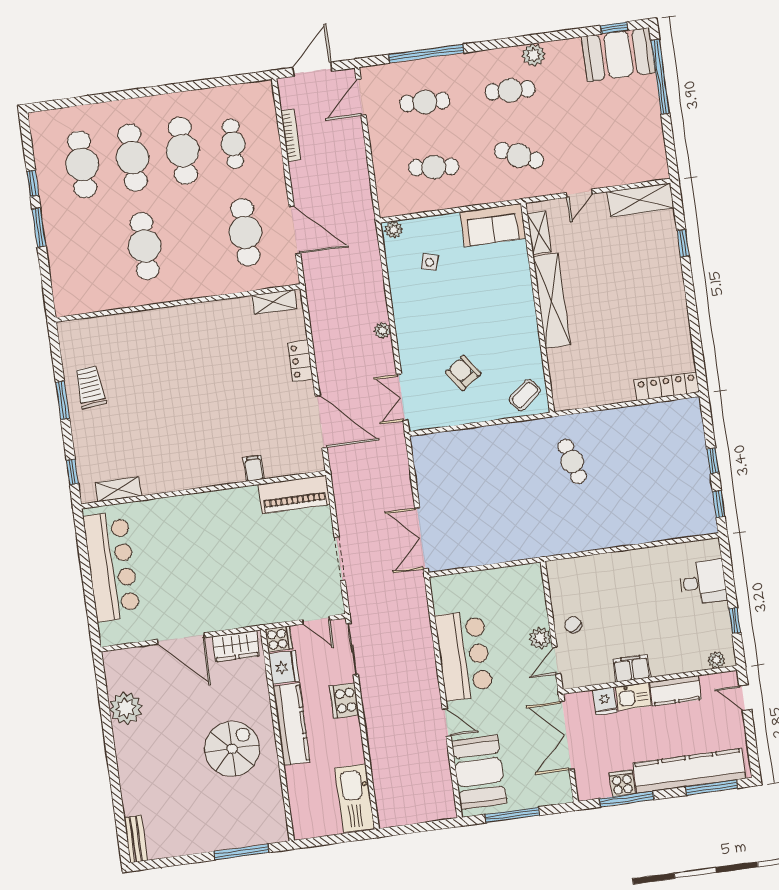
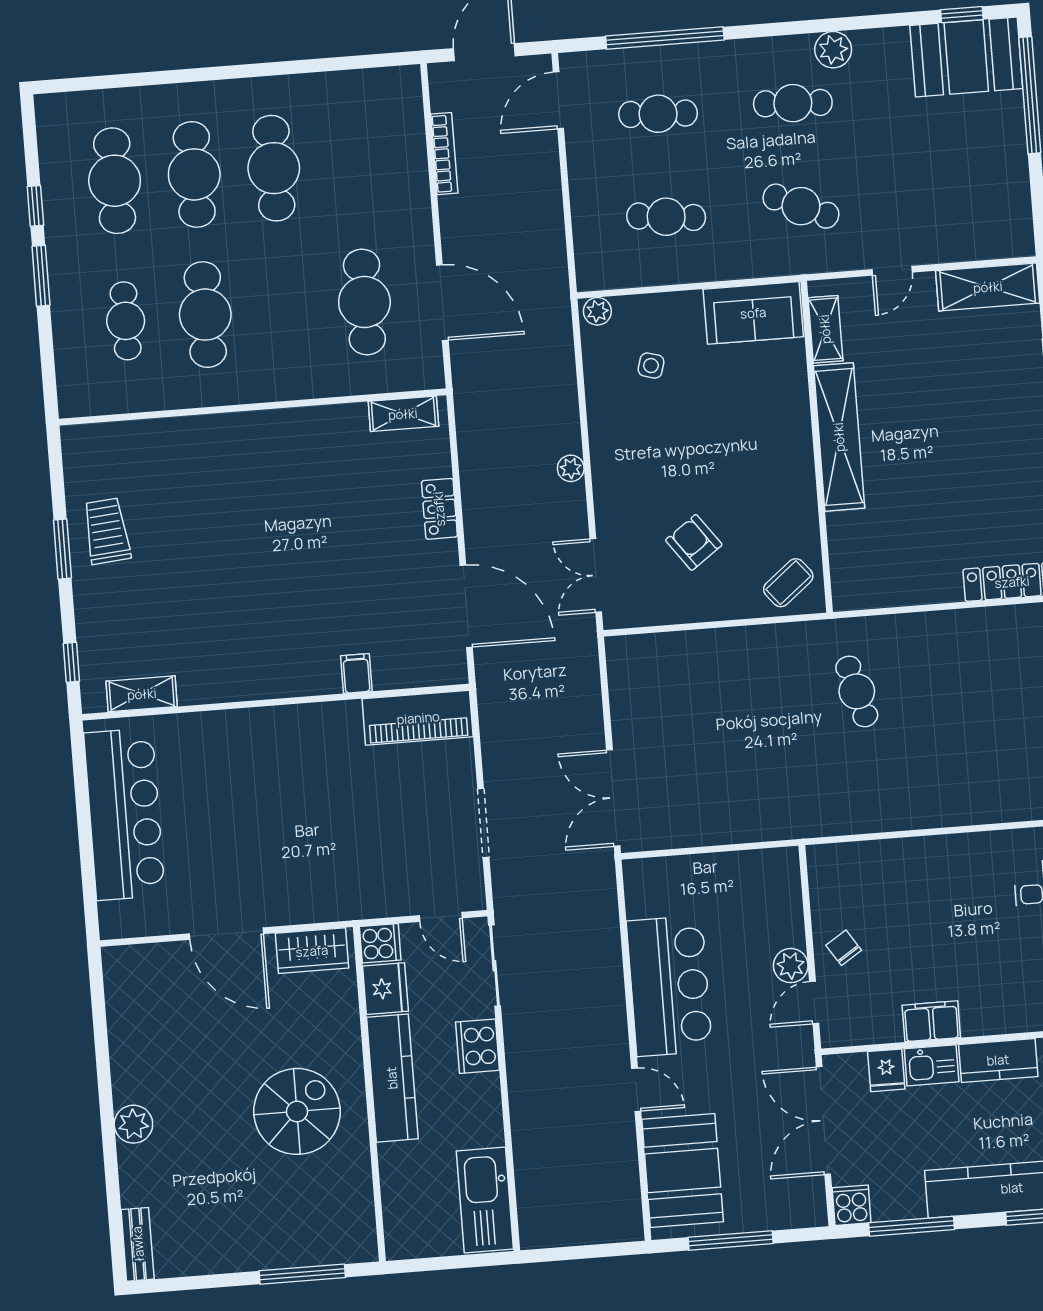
cafe table: (233, 144) -> (126, 321), moved
plant: (126, 708) -> (133, 1124), moved, width x0.73, depth x0.73
cooker: (622, 783) -> (852, 1205), moved

